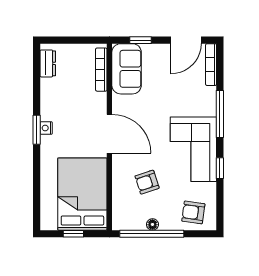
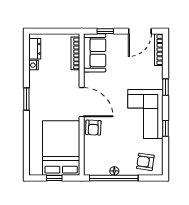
window: (220, 114) -> (165, 87), width x0.46
nightstand: (46, 128) -> (34, 65), moved
armchair: (147, 182) -> (93, 128), moved, turned -70

